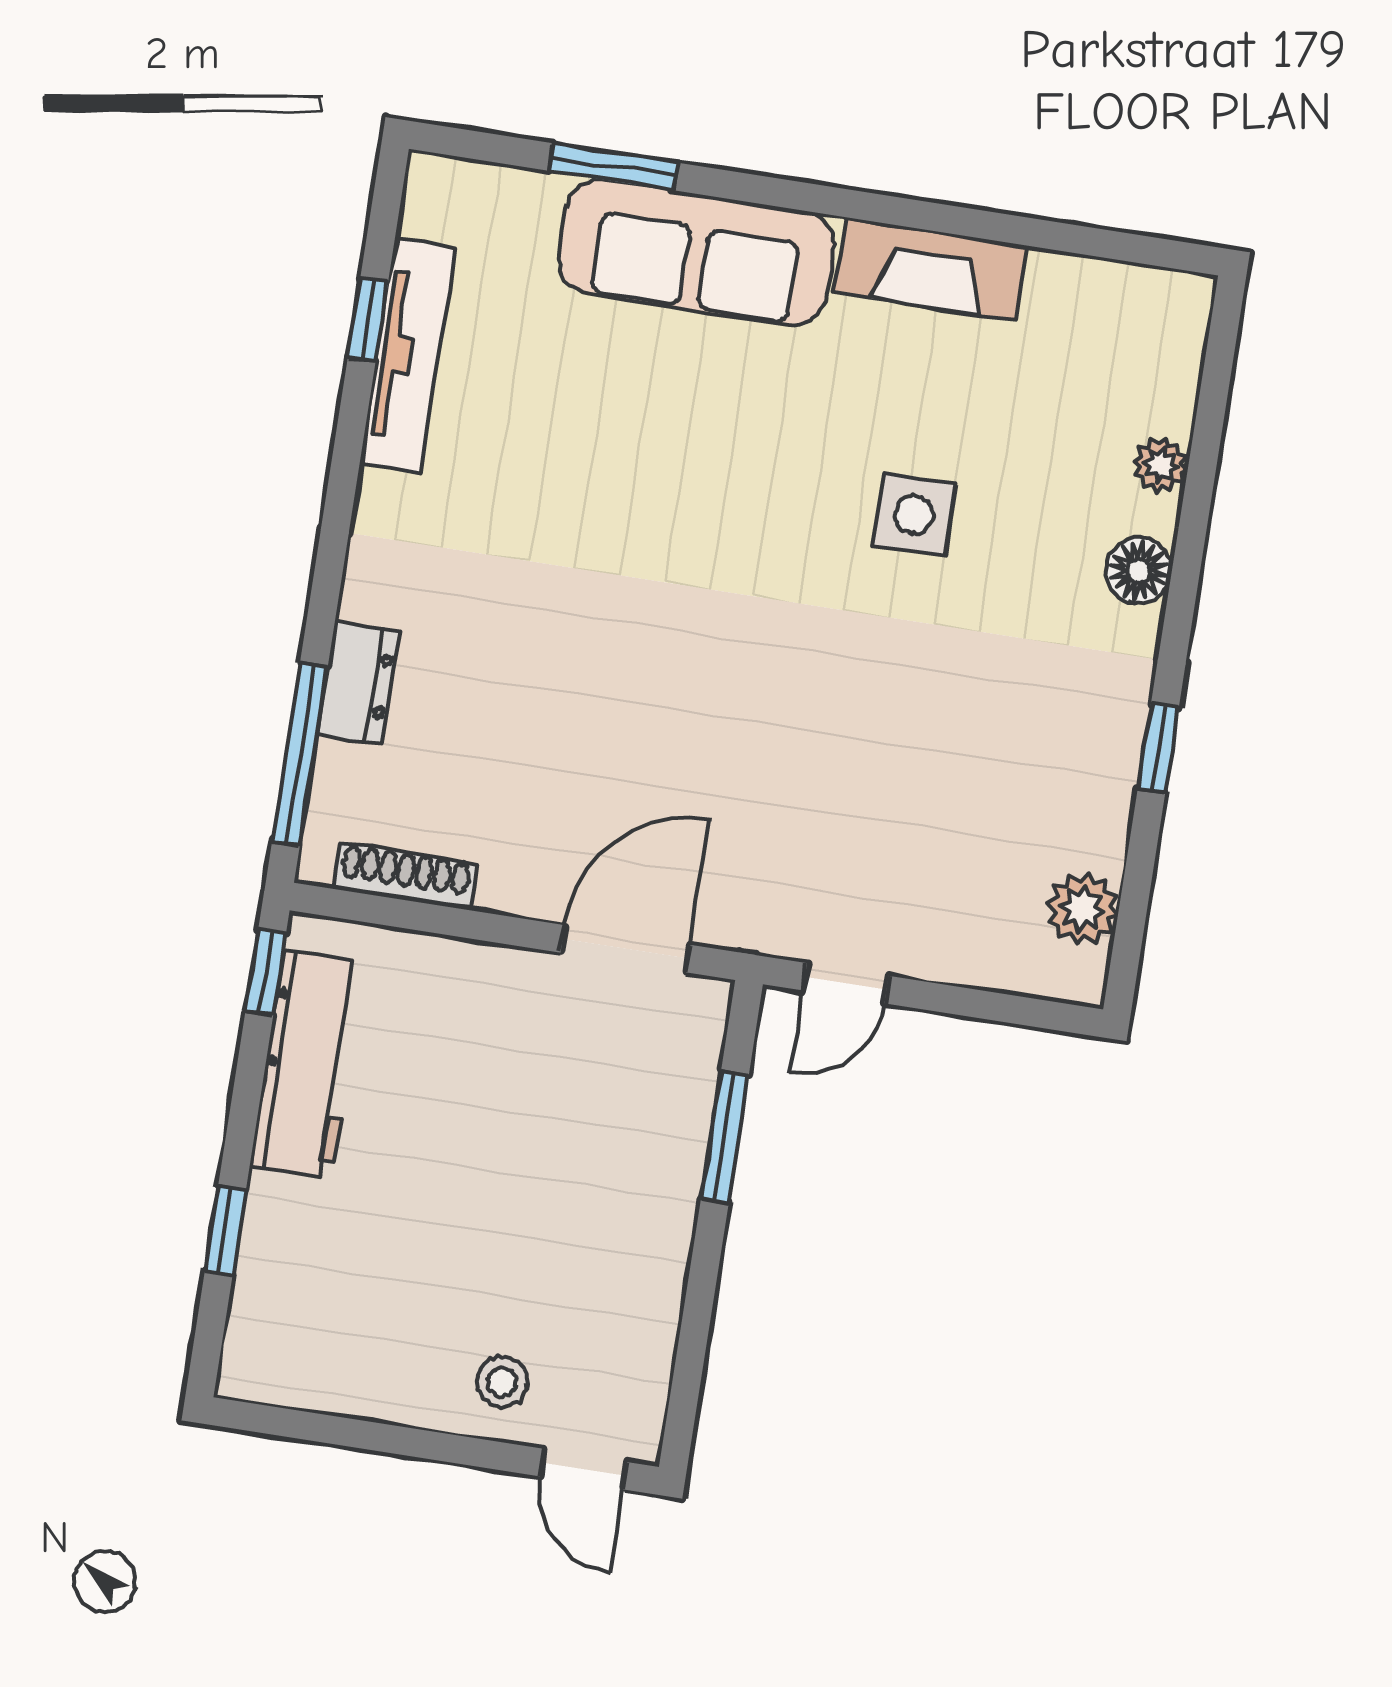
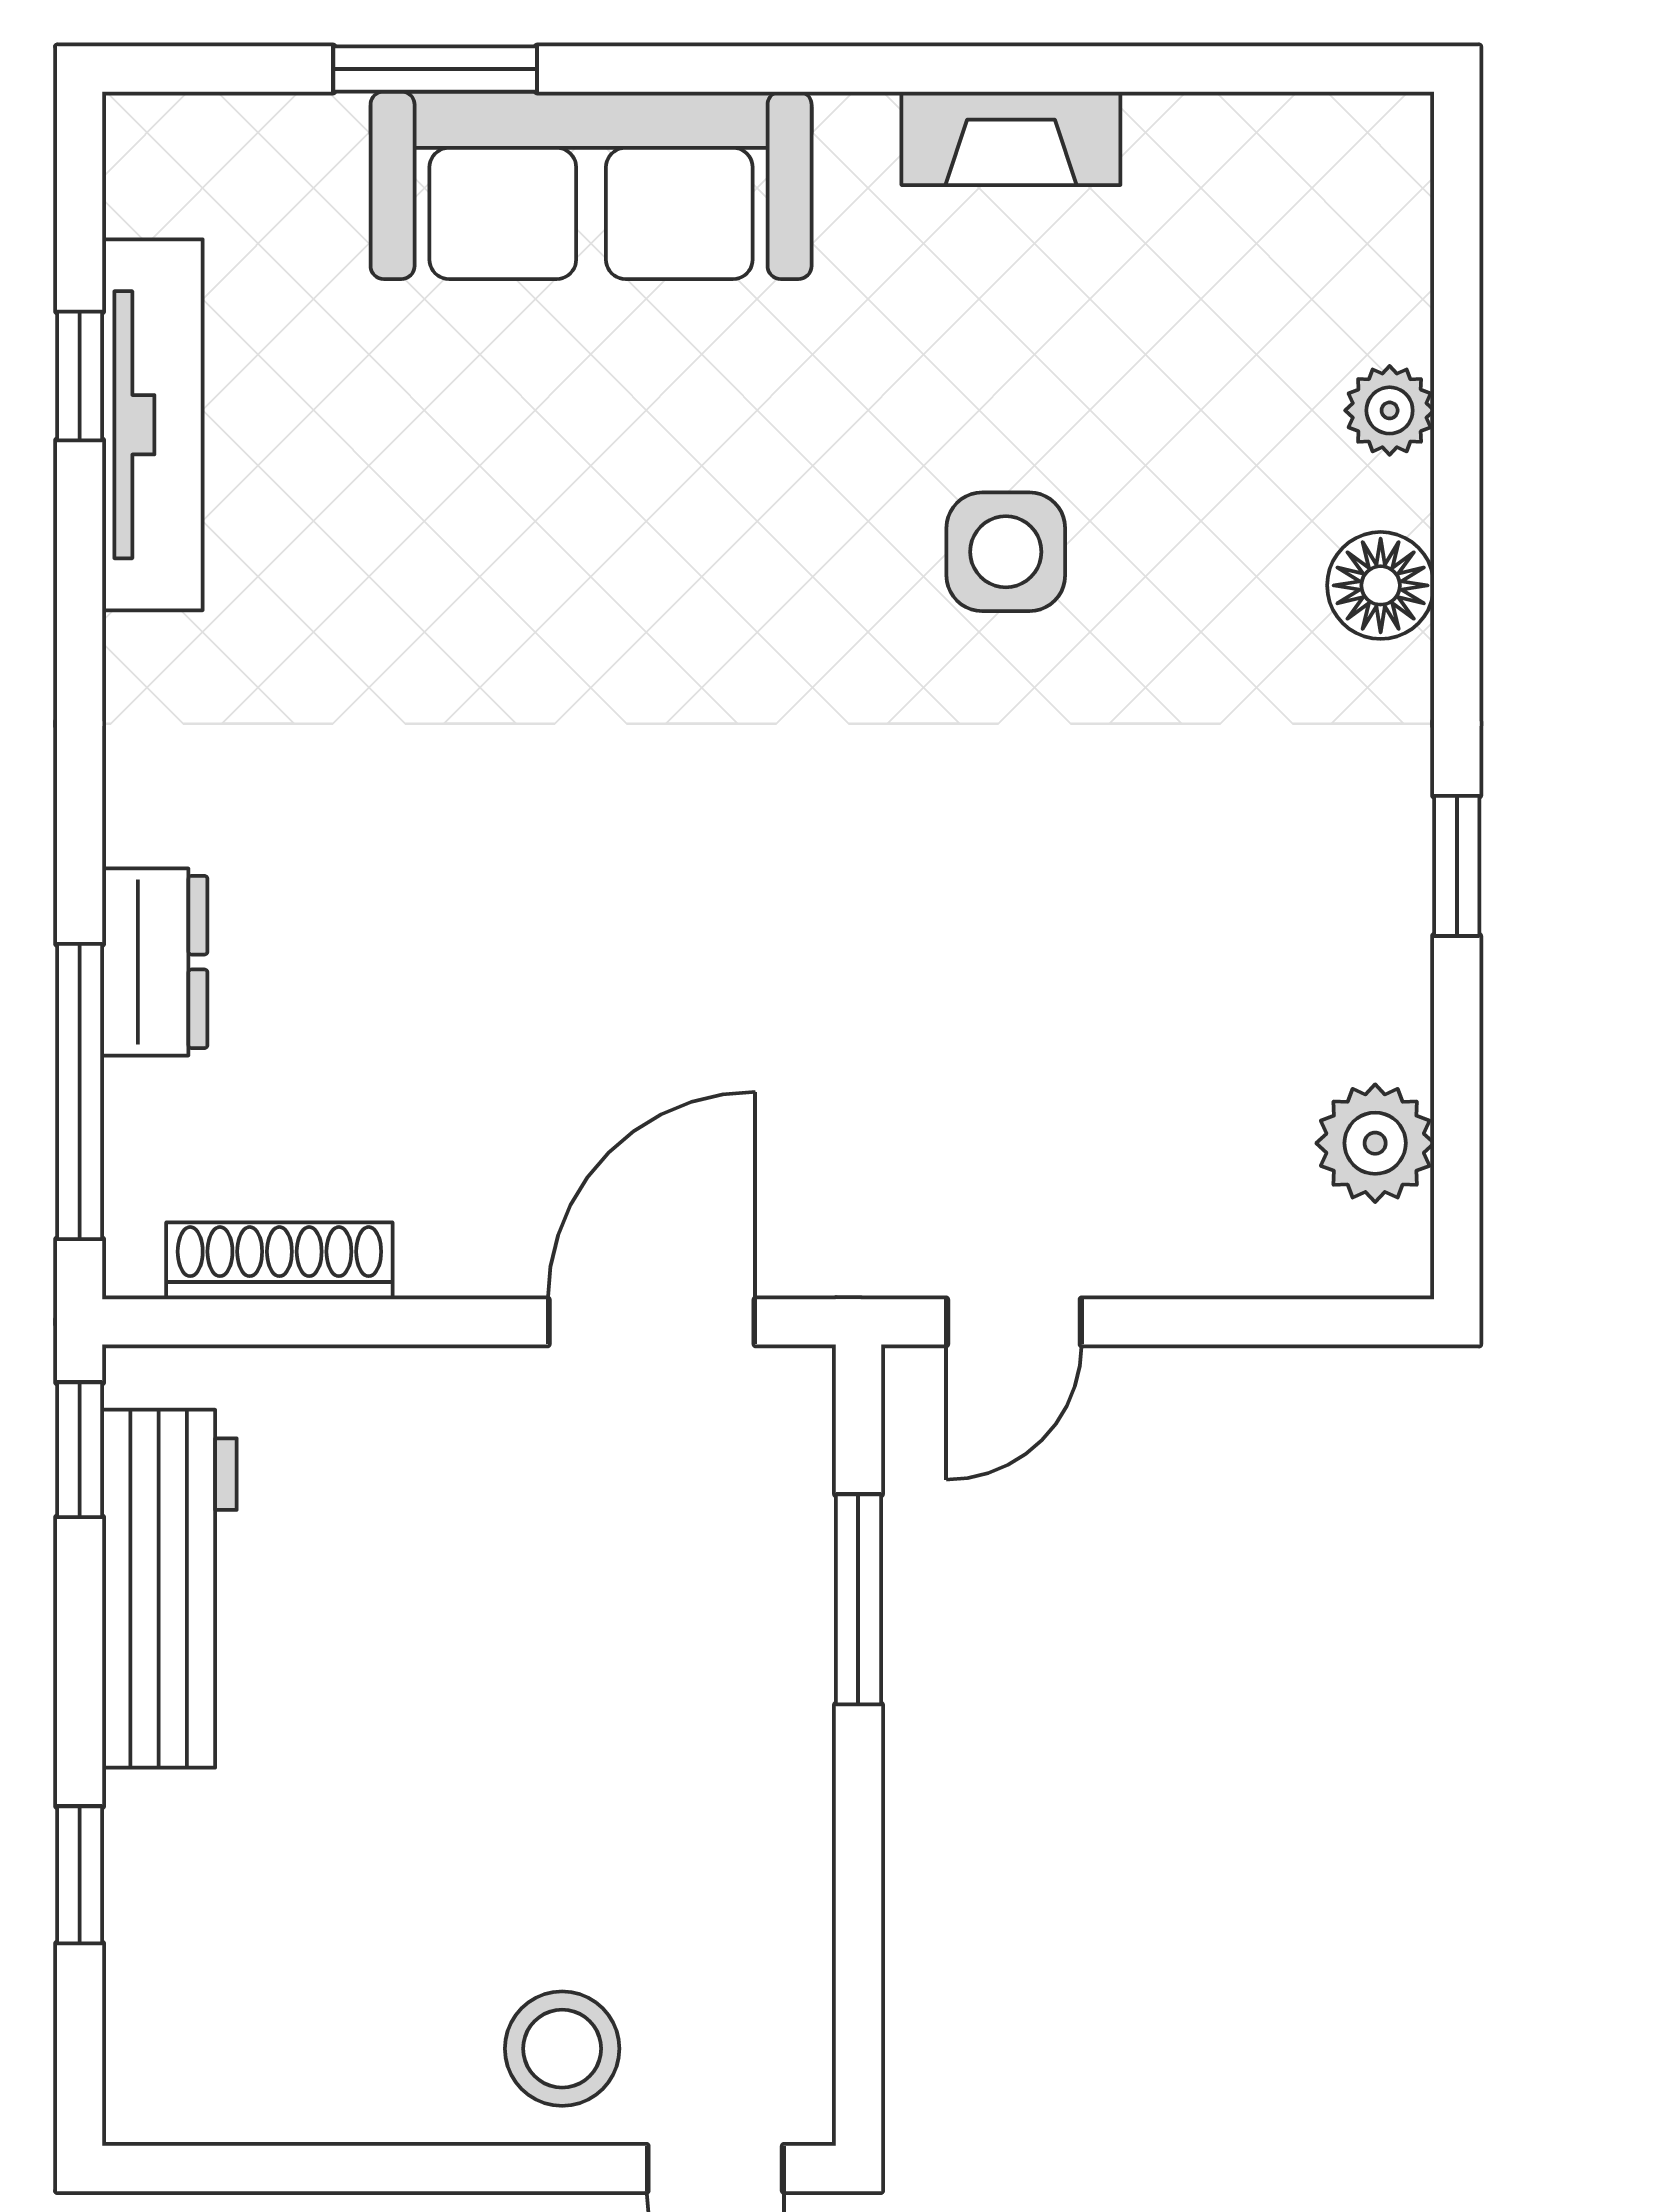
fireplace: (931, 269) -> (1011, 138), width x0.73, depth x0.76
stool: (502, 1382) -> (562, 2049), width x1.37, depth x1.37

